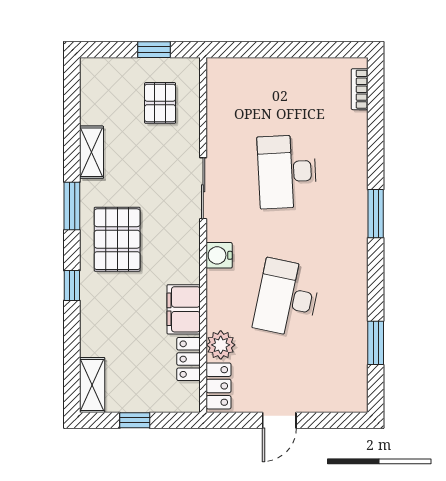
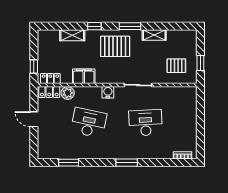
locker: (188, 359) -> (50, 79), moved
shelving: (92, 385) -> (72, 35), moved
window: (135, 420) -> (34, 67), moved

